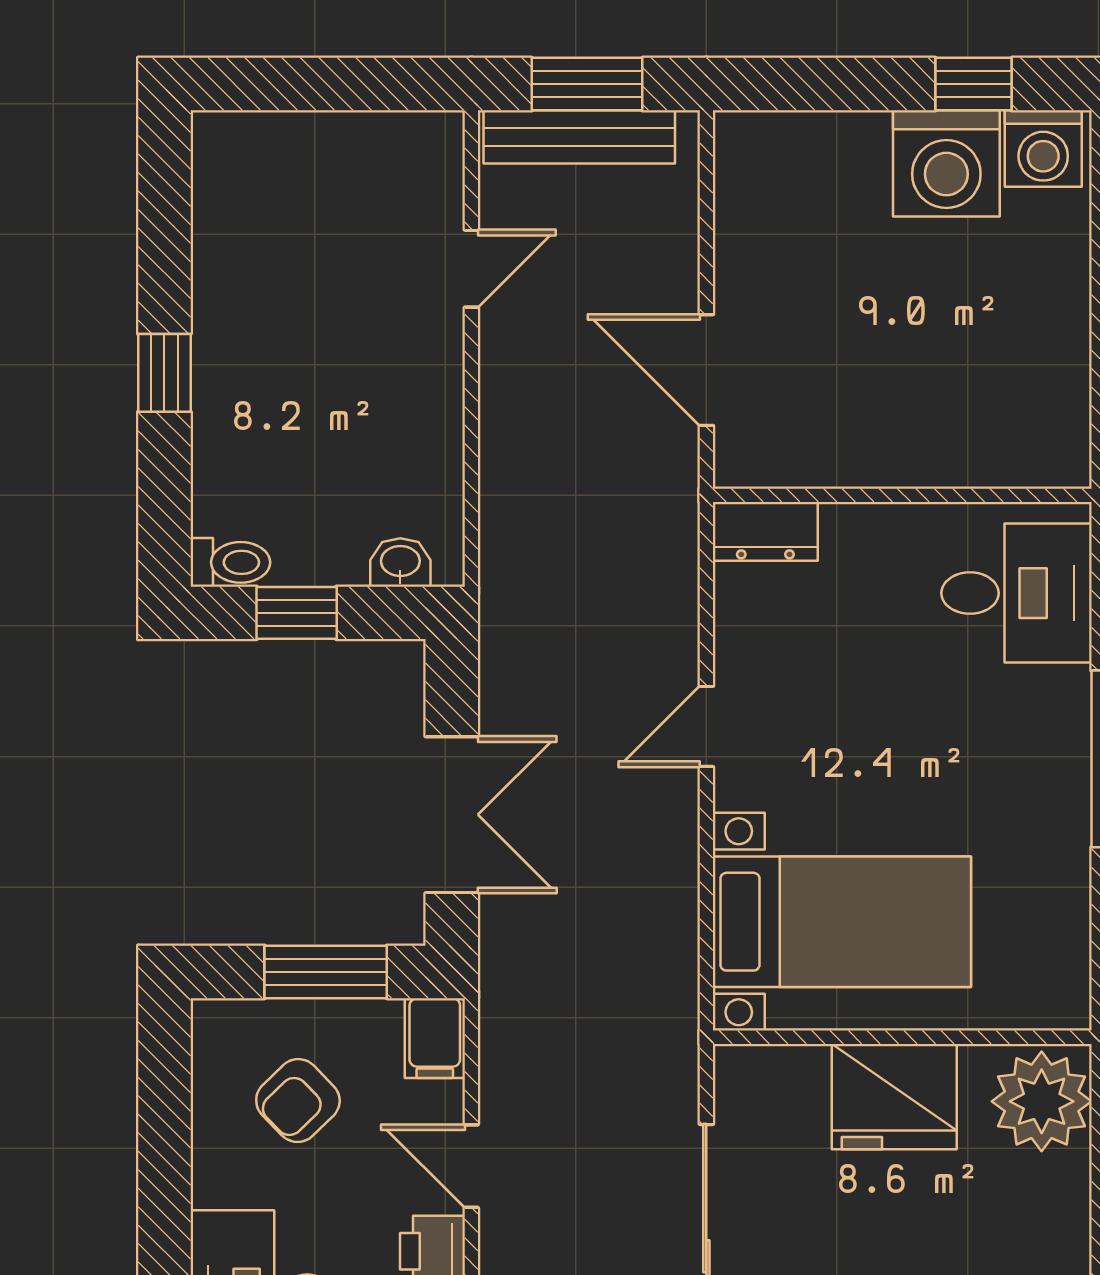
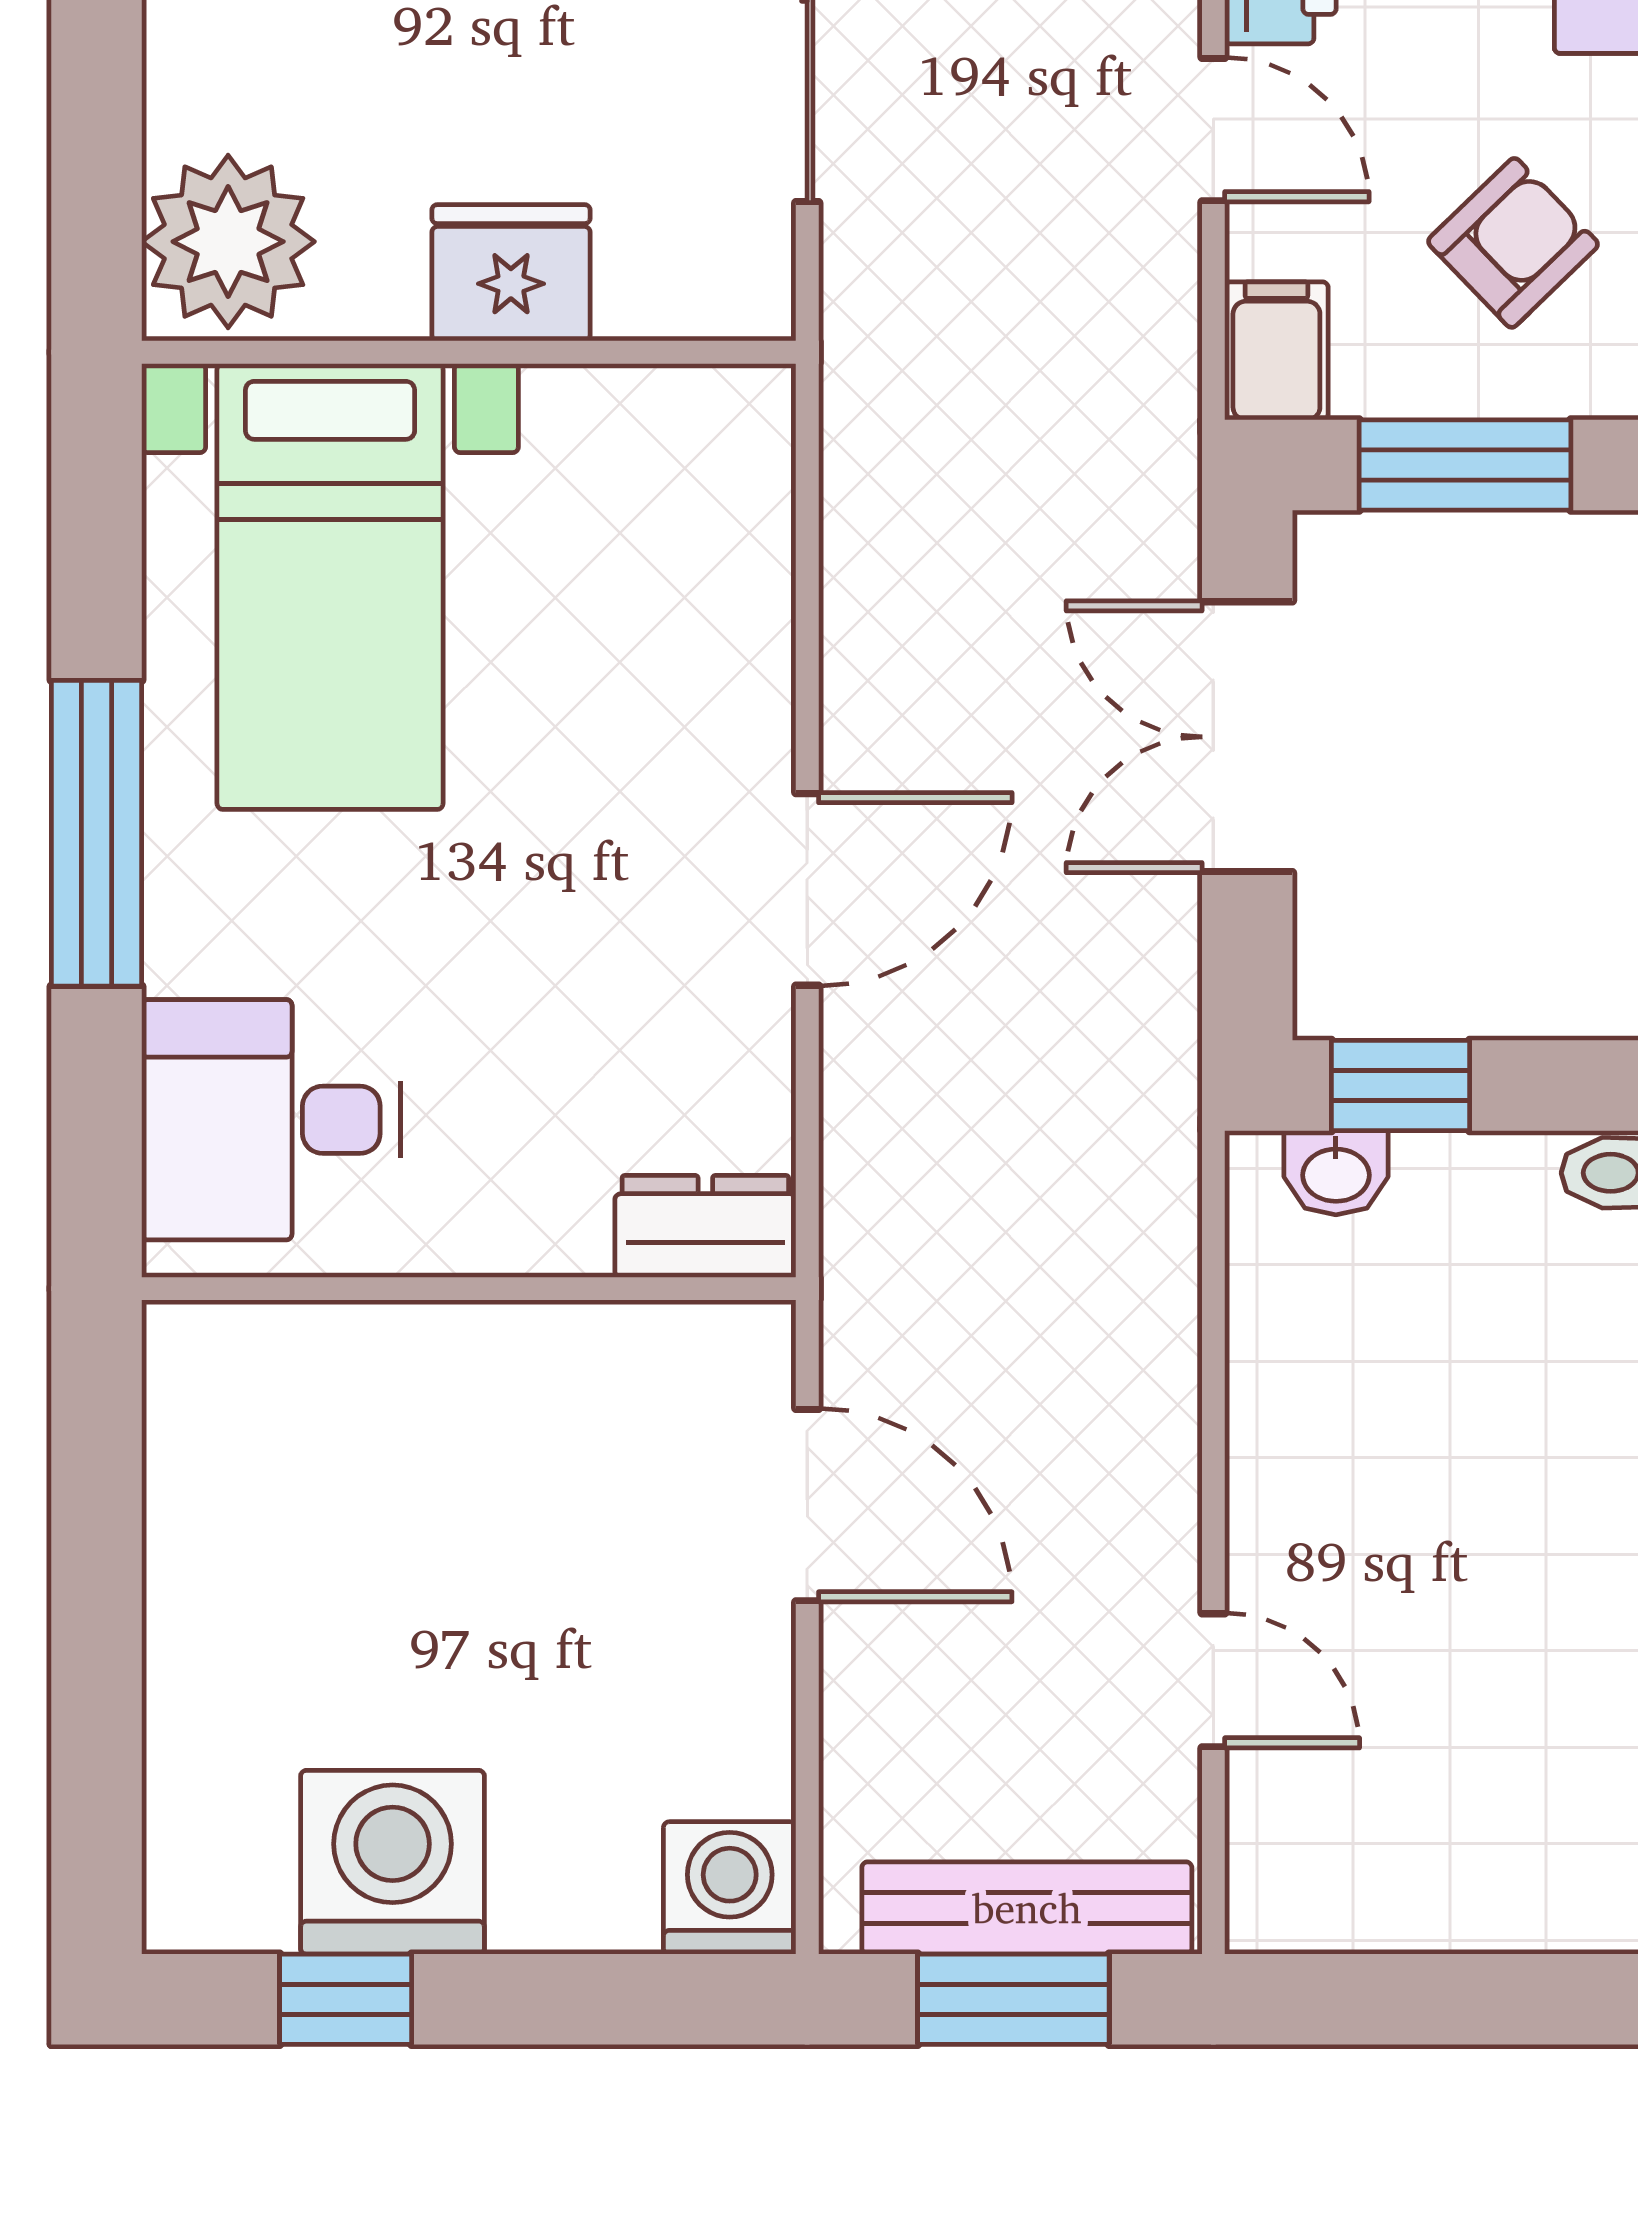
washing machine: (1043, 148) -> (730, 1888), moved
door: (471, 269) -> (1213, 1680), swing flipped
window: (297, 613) -> (1400, 1086), moved
door: (706, 726) -> (807, 889), width x1.38
bed with nightstands: (842, 922) -> (330, 586), moved, turned -90
fridge: (894, 1097) -> (511, 273), width x0.73, depth x0.75

